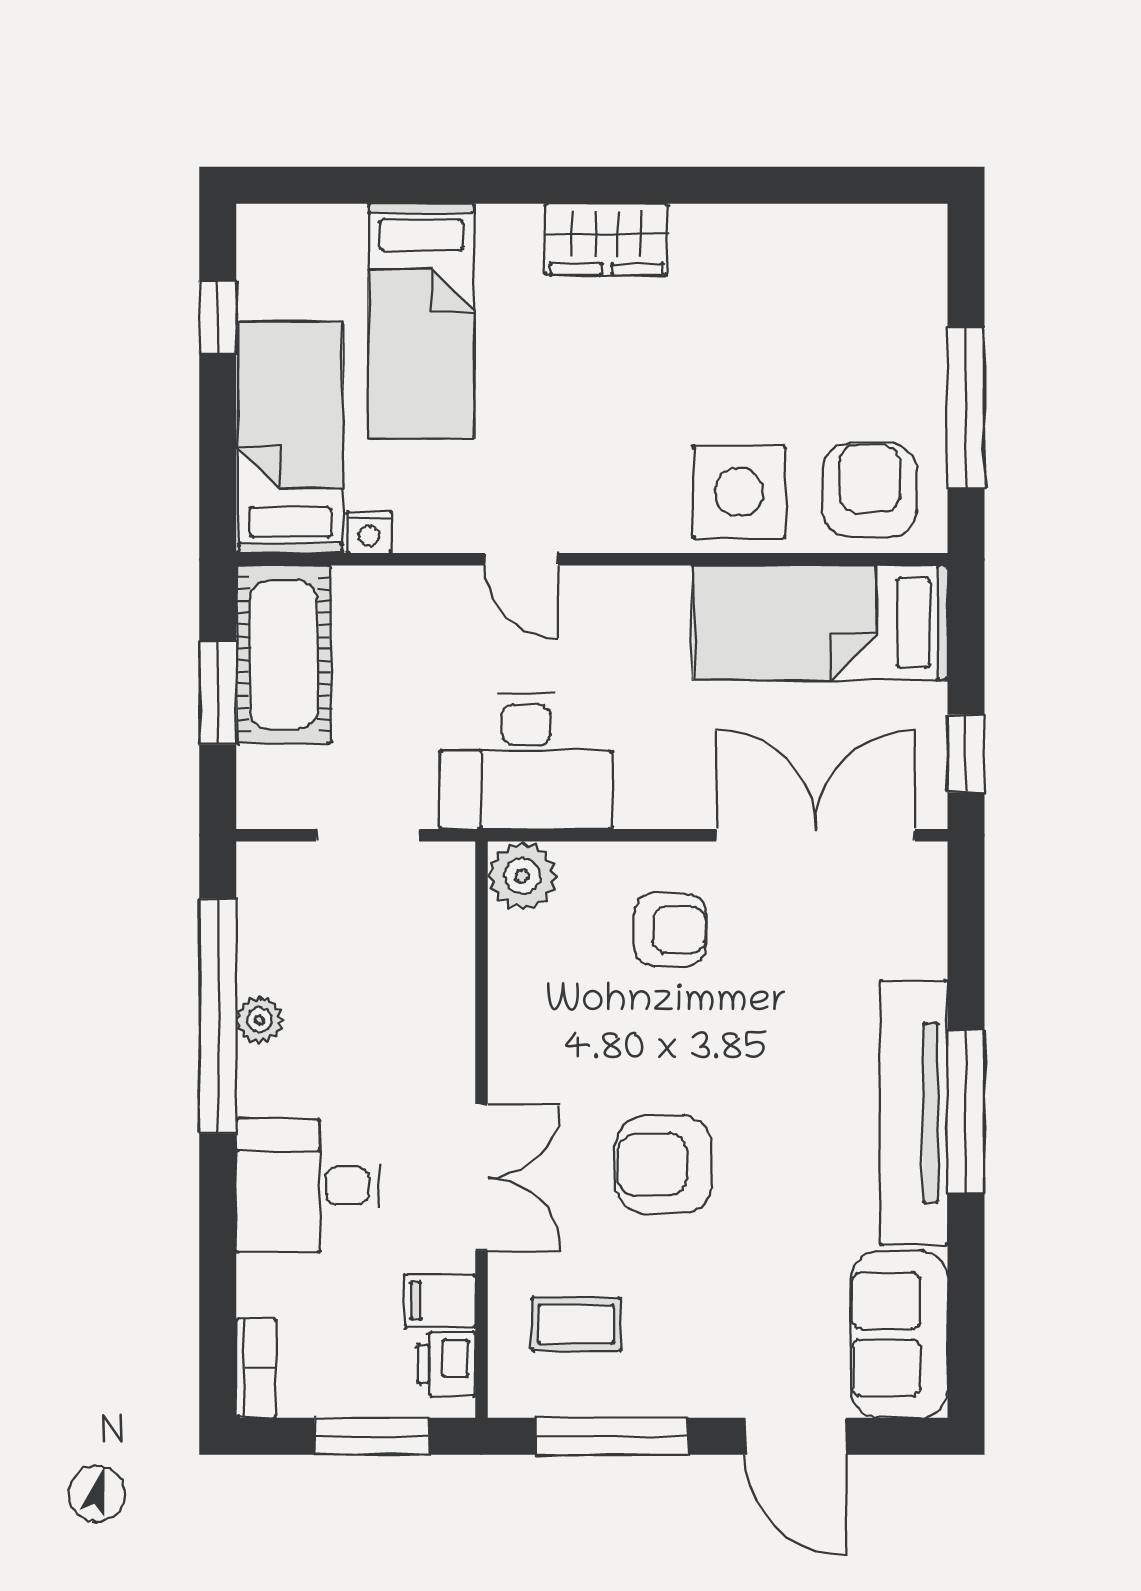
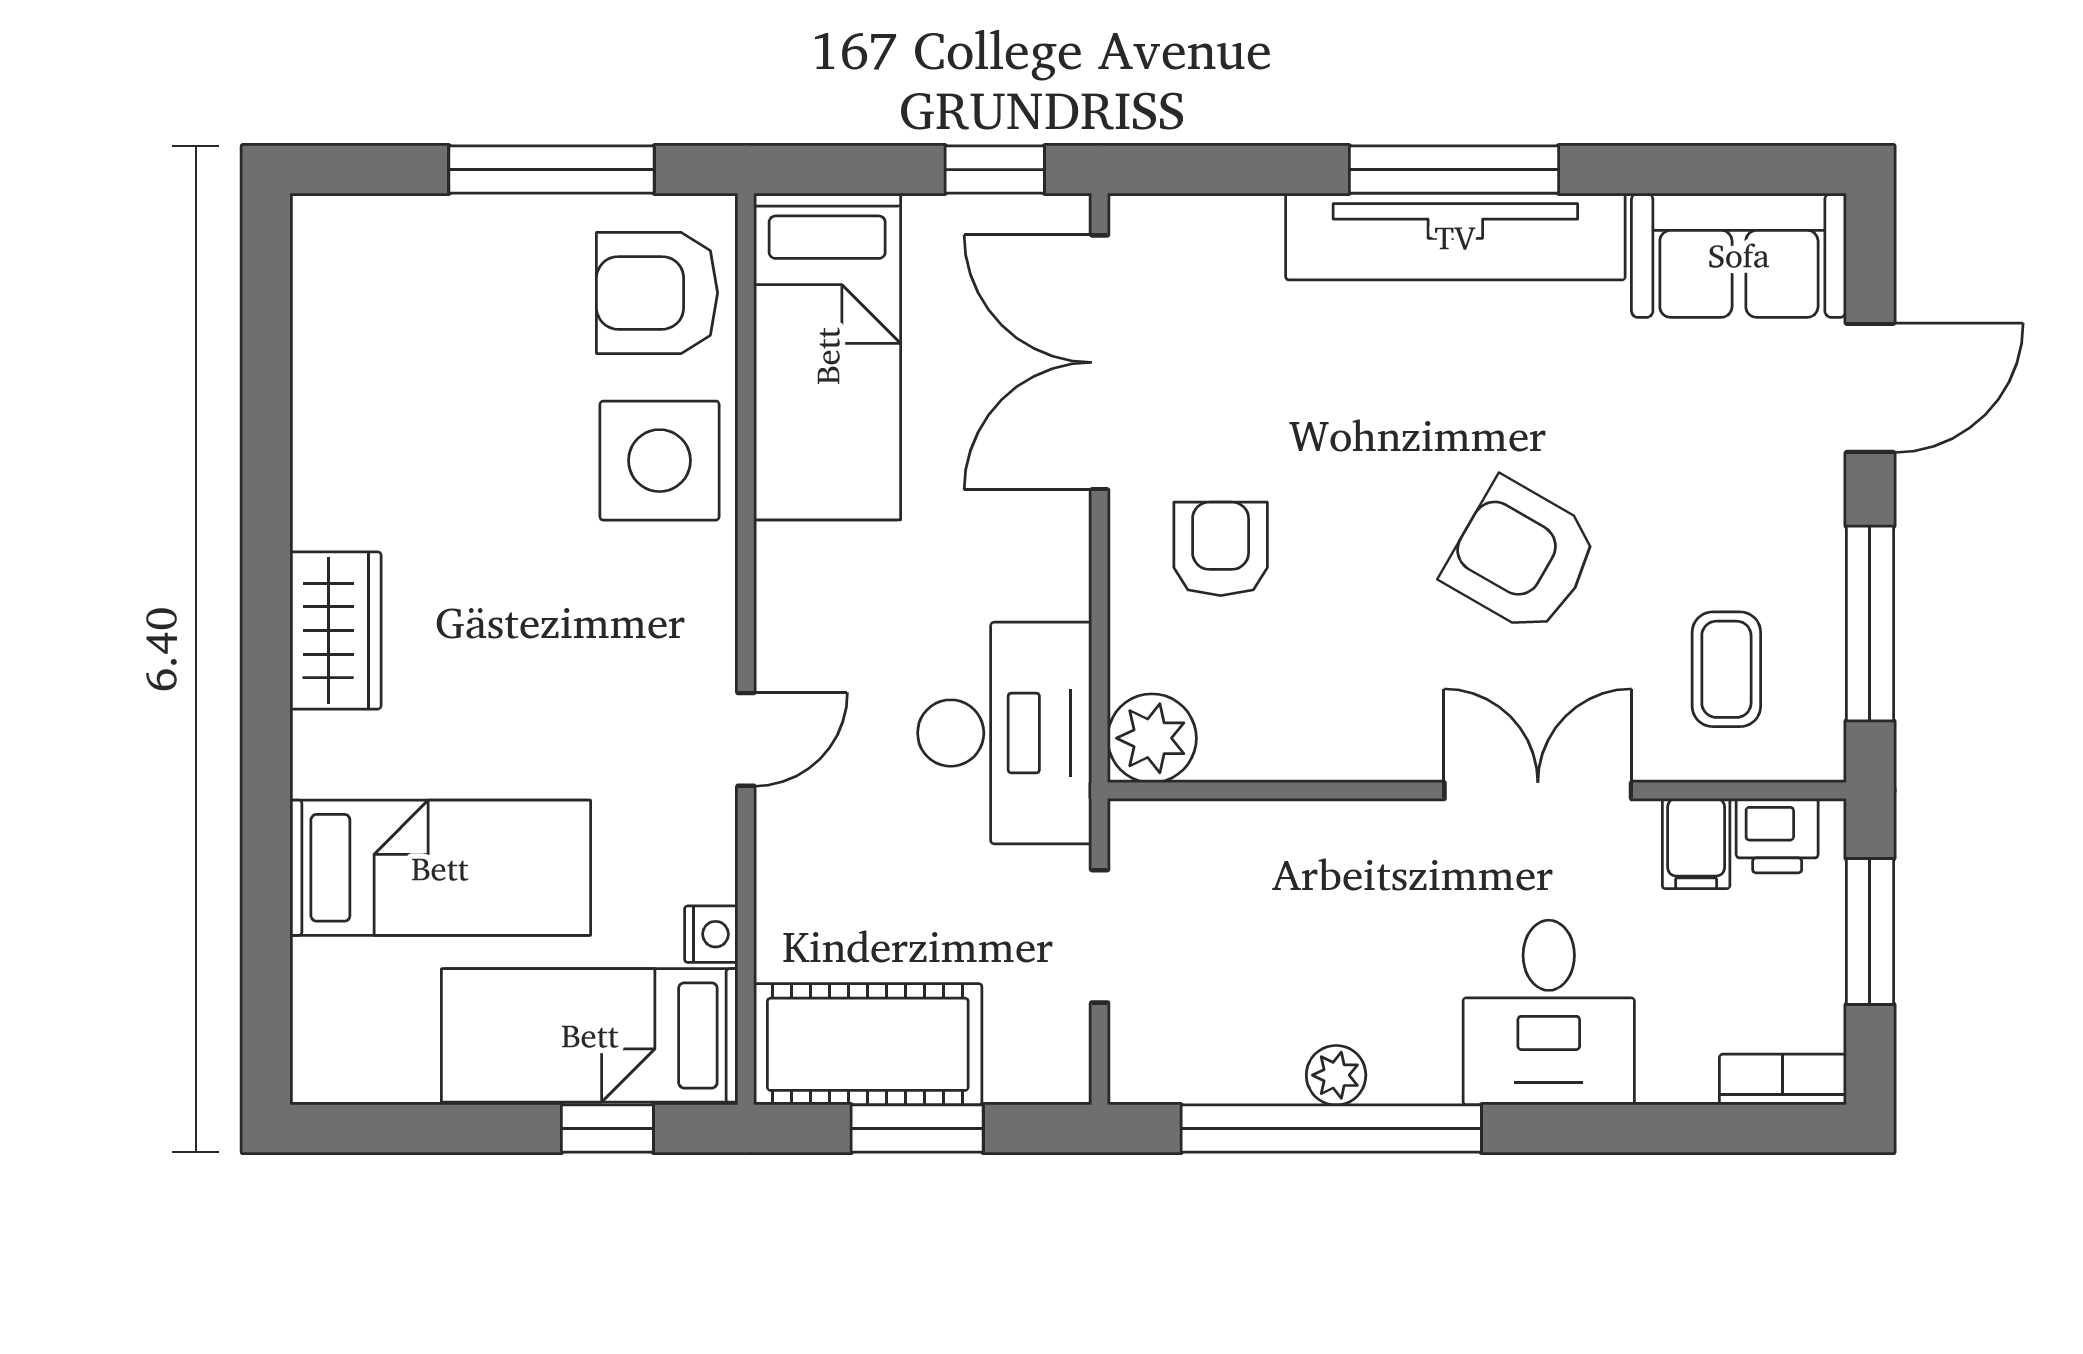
window: (218, 317) -> (607, 1129), moved
armchair: (664, 1164) -> (1522, 557), turned 121

